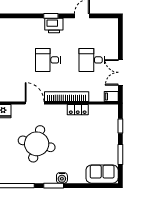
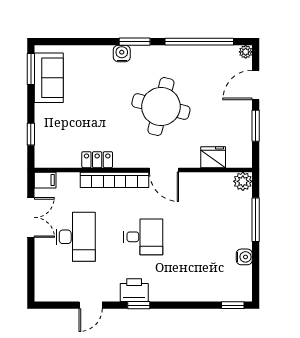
desk: (92, 60) -> (76, 237), width x1.37
window: (120, 154) -> (31, 69), moved
sofa: (102, 174) -> (49, 78), moved, turned -90

